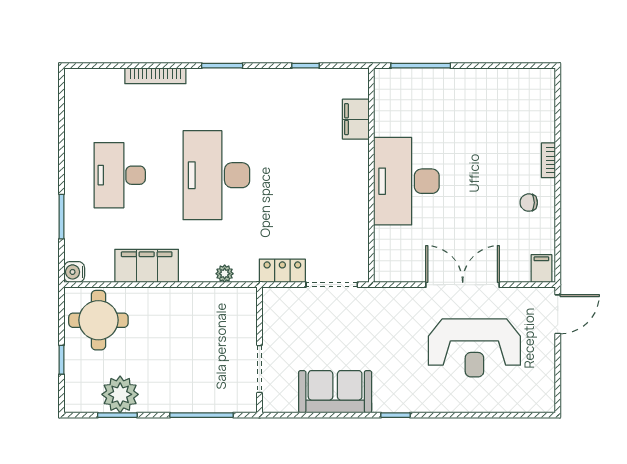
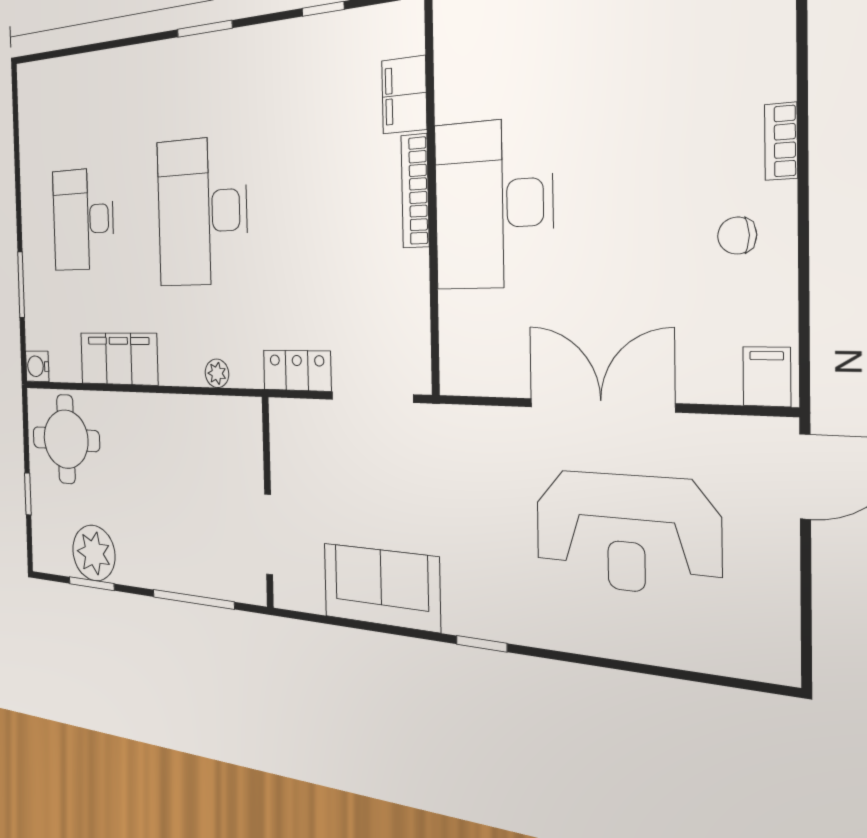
bookcase: (155, 76) -> (415, 191), moved, turned 90

